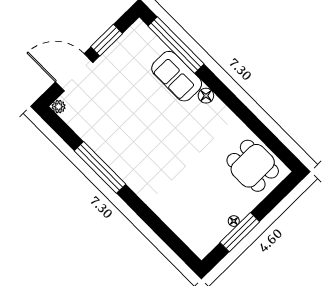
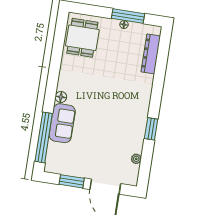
plant: (59, 107) -> (136, 159), moved
window: (100, 167) -> (151, 129), width x0.47
dresser: (181, 227) -> (151, 54), added

